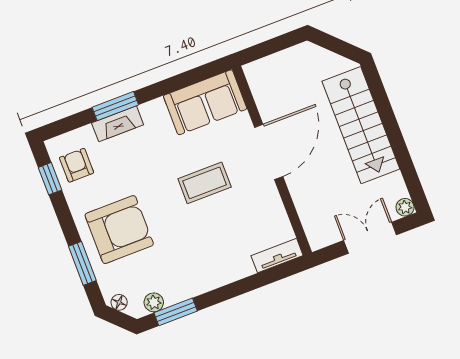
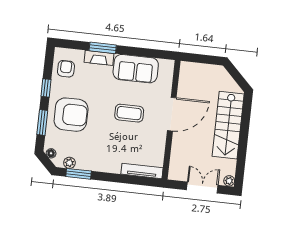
sofa: (205, 102) -> (136, 69), moved
window: (50, 179) -> (46, 88), moved
tv unit: (277, 256) -> (142, 171), width x1.41

